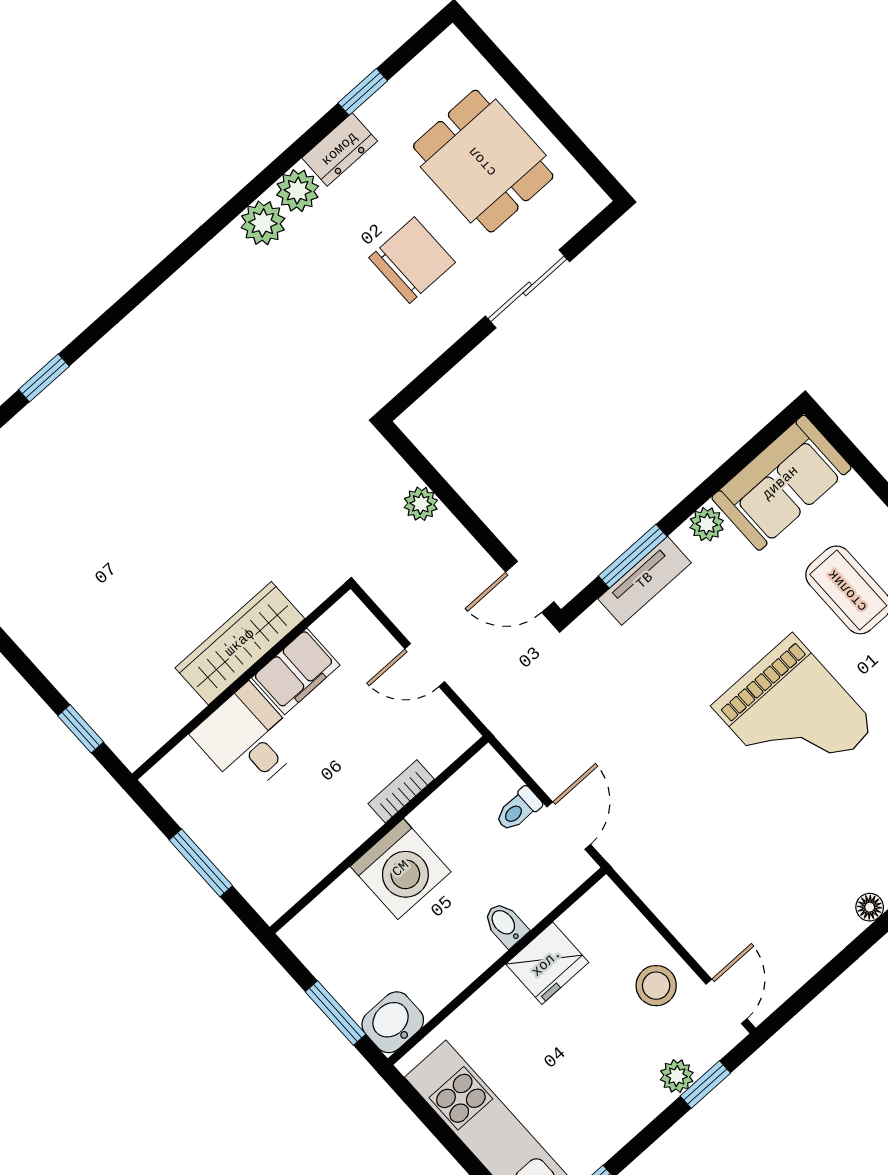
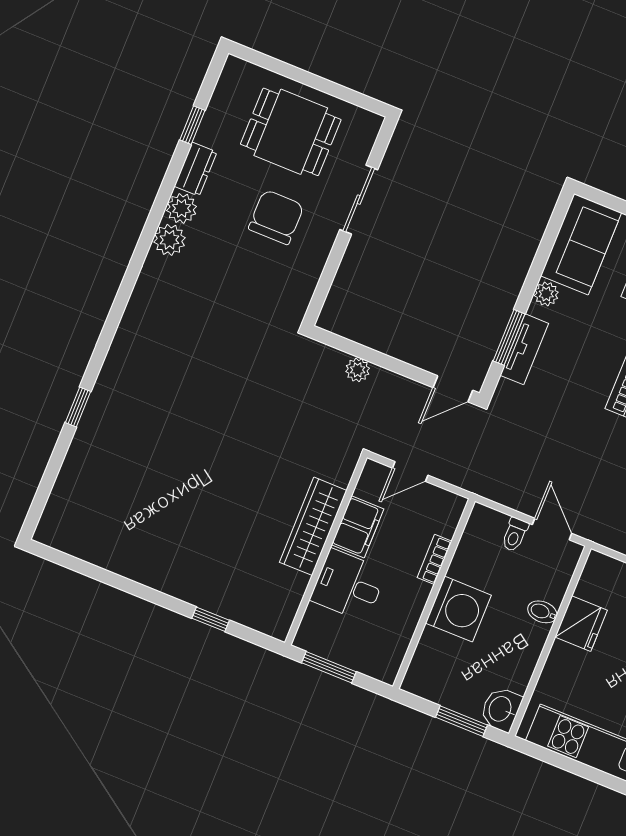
wardrobe: (240, 643) -> (313, 526), moved
filing cabinet: (296, 671) -> (358, 527), moved
wall: (241, 681) -> (326, 550), moved
desk: (248, 740) -> (348, 585), moved

